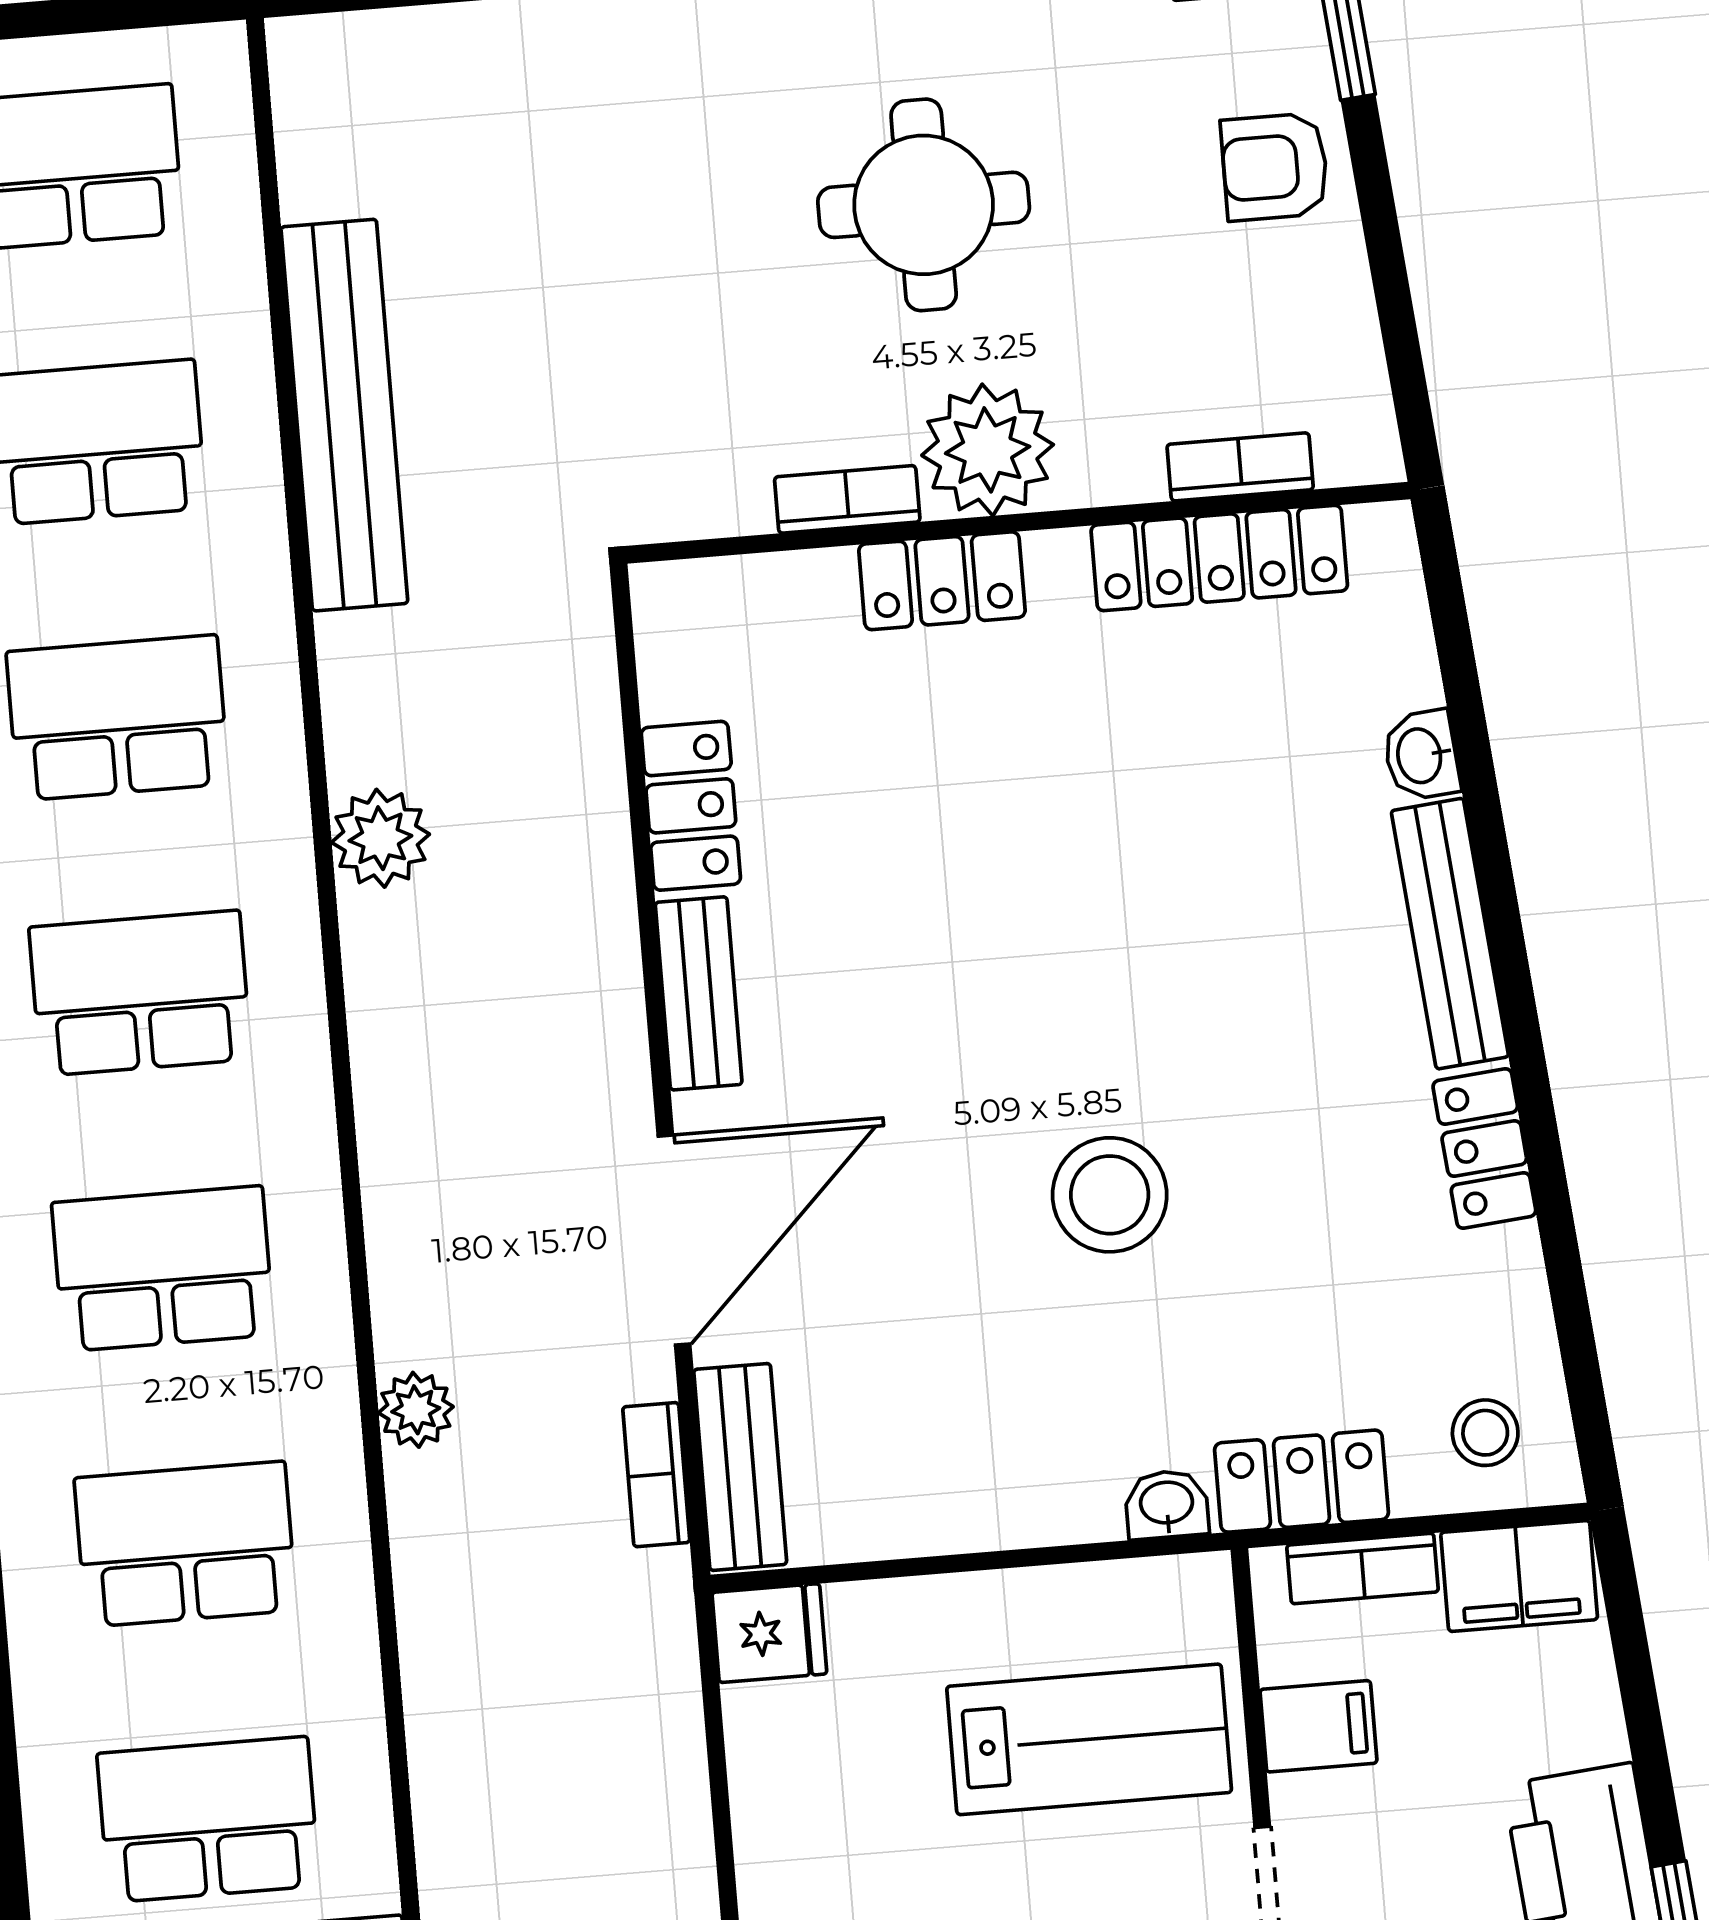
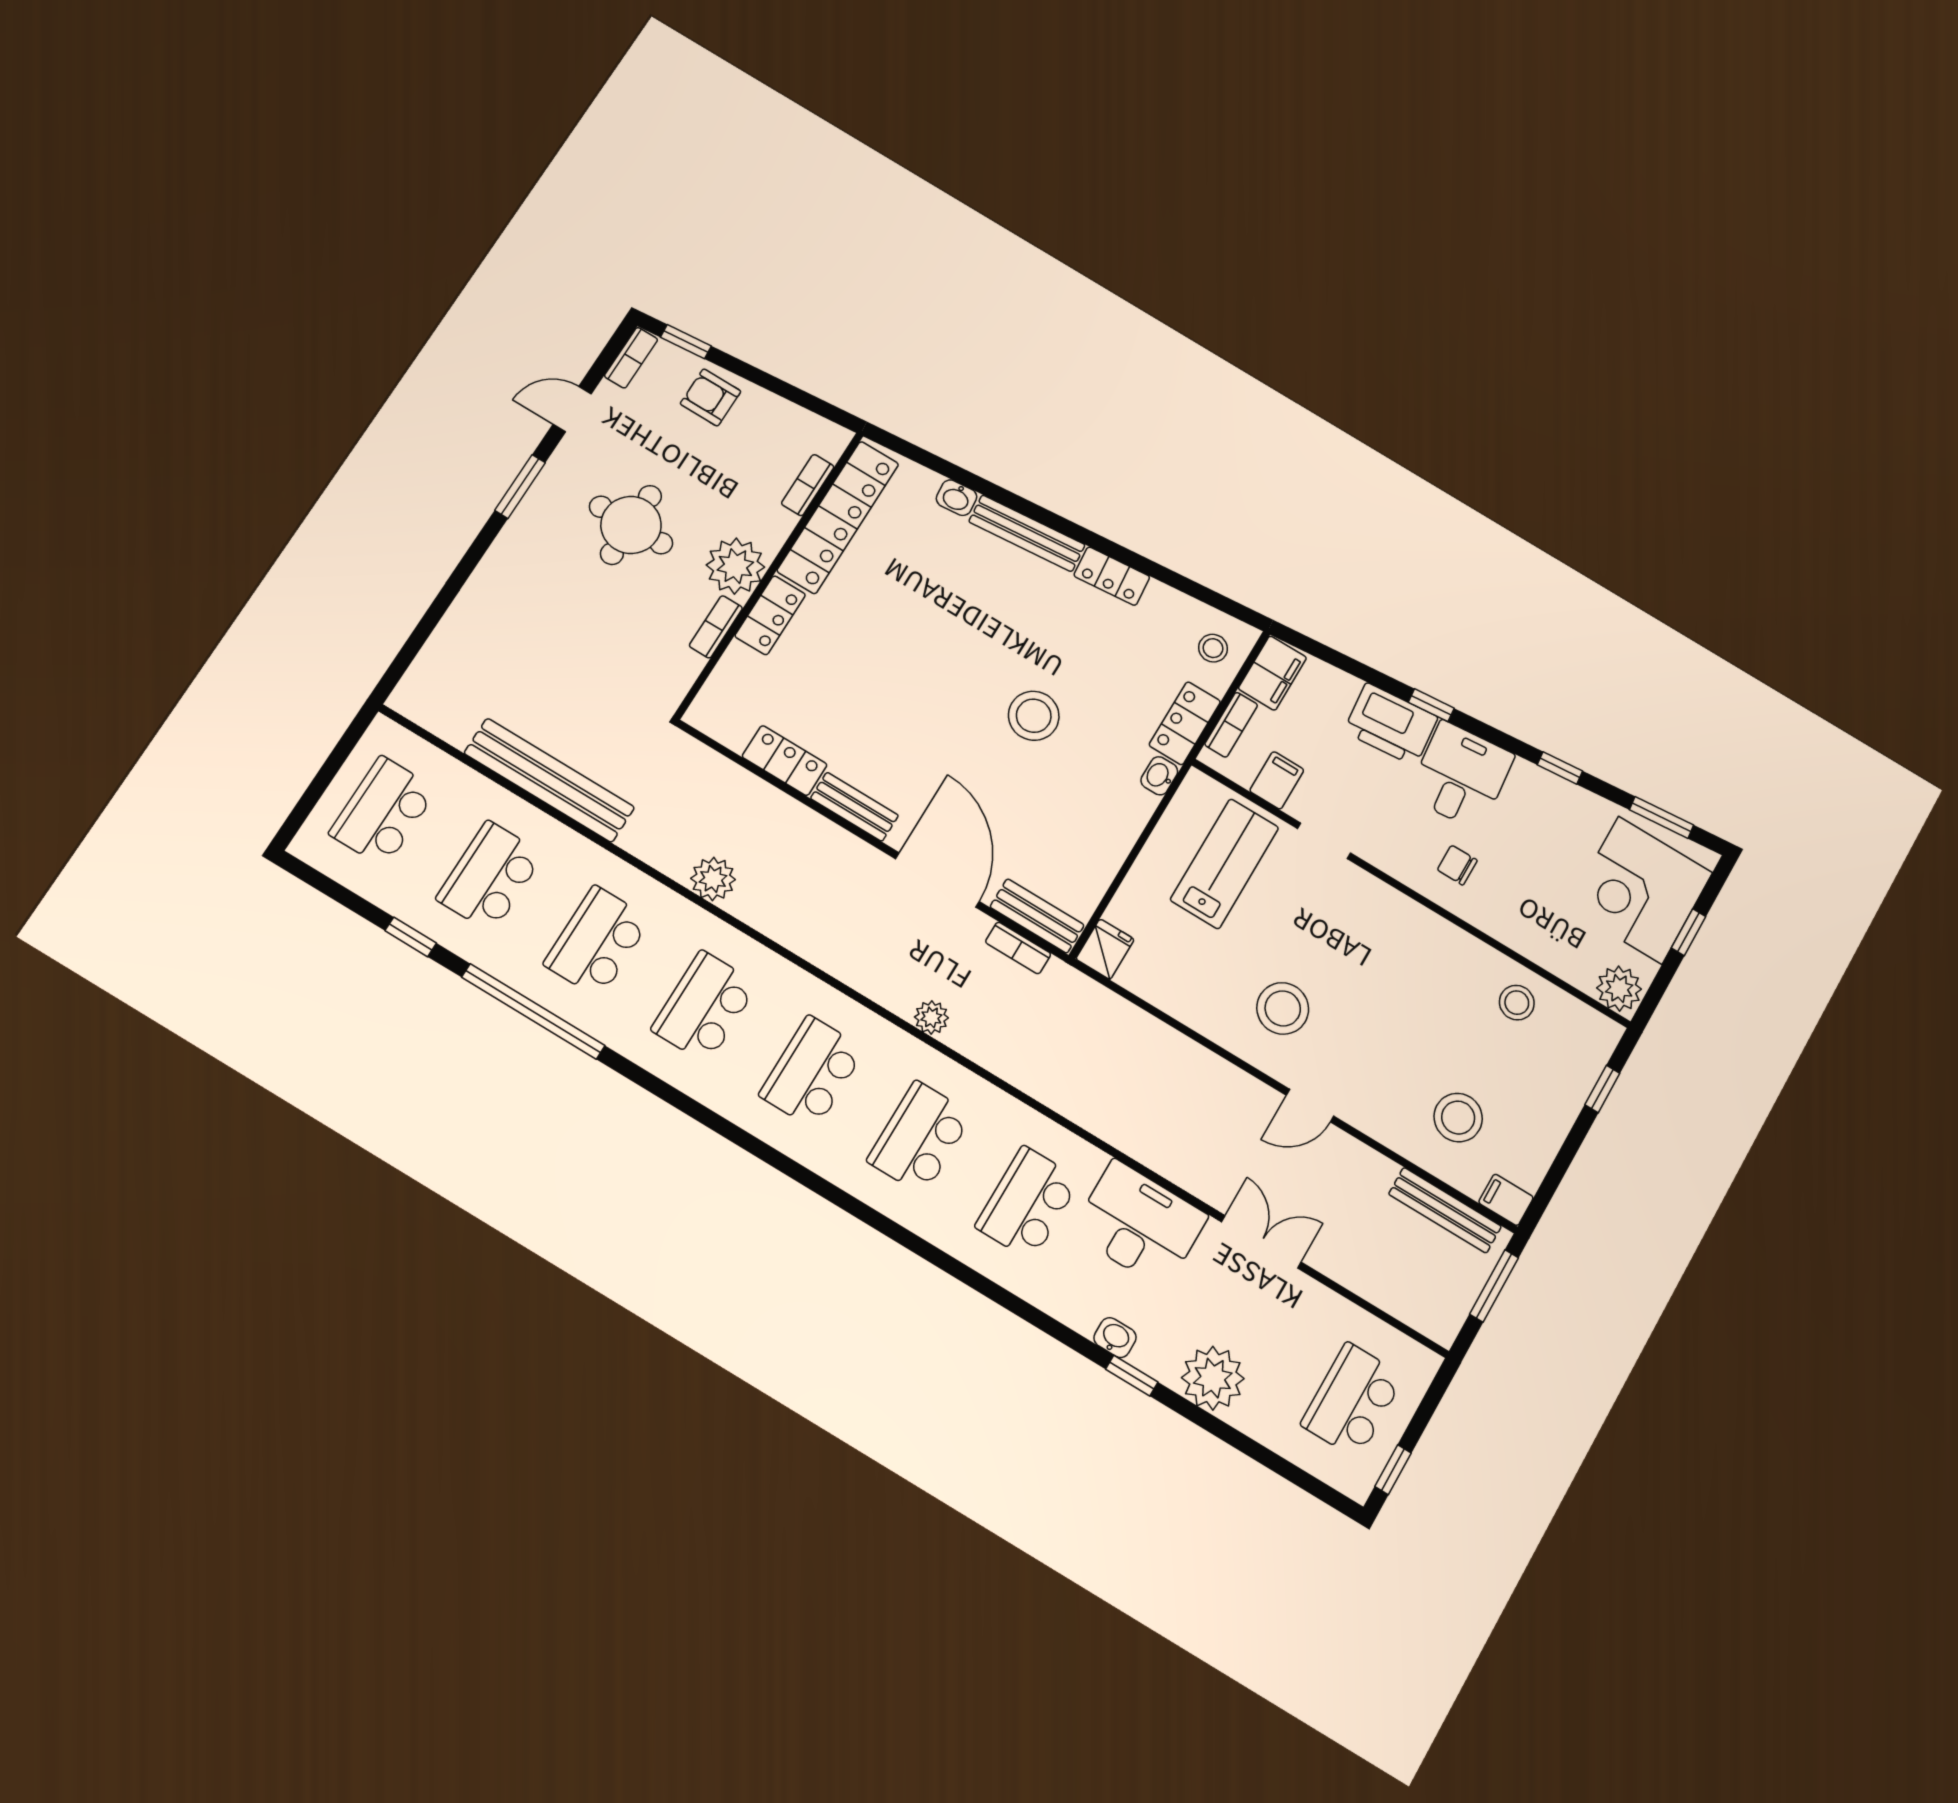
armchair: (1275, 167) -> (711, 397), turned 90
locker: (1219, 558) -> (838, 517), width x1.41, depth x1.21

